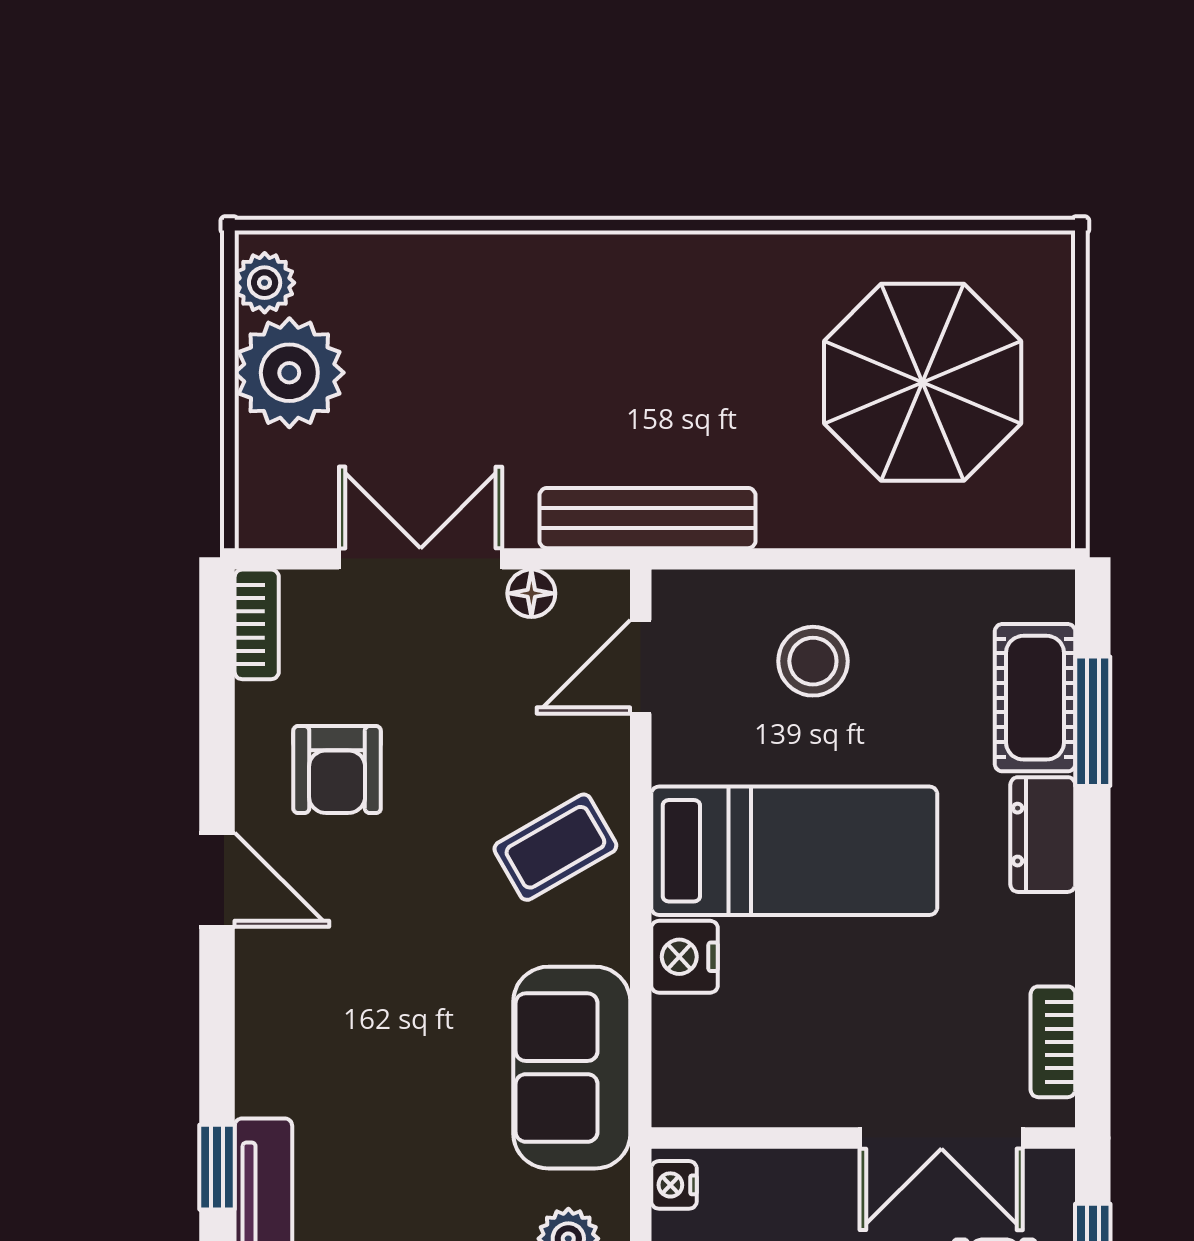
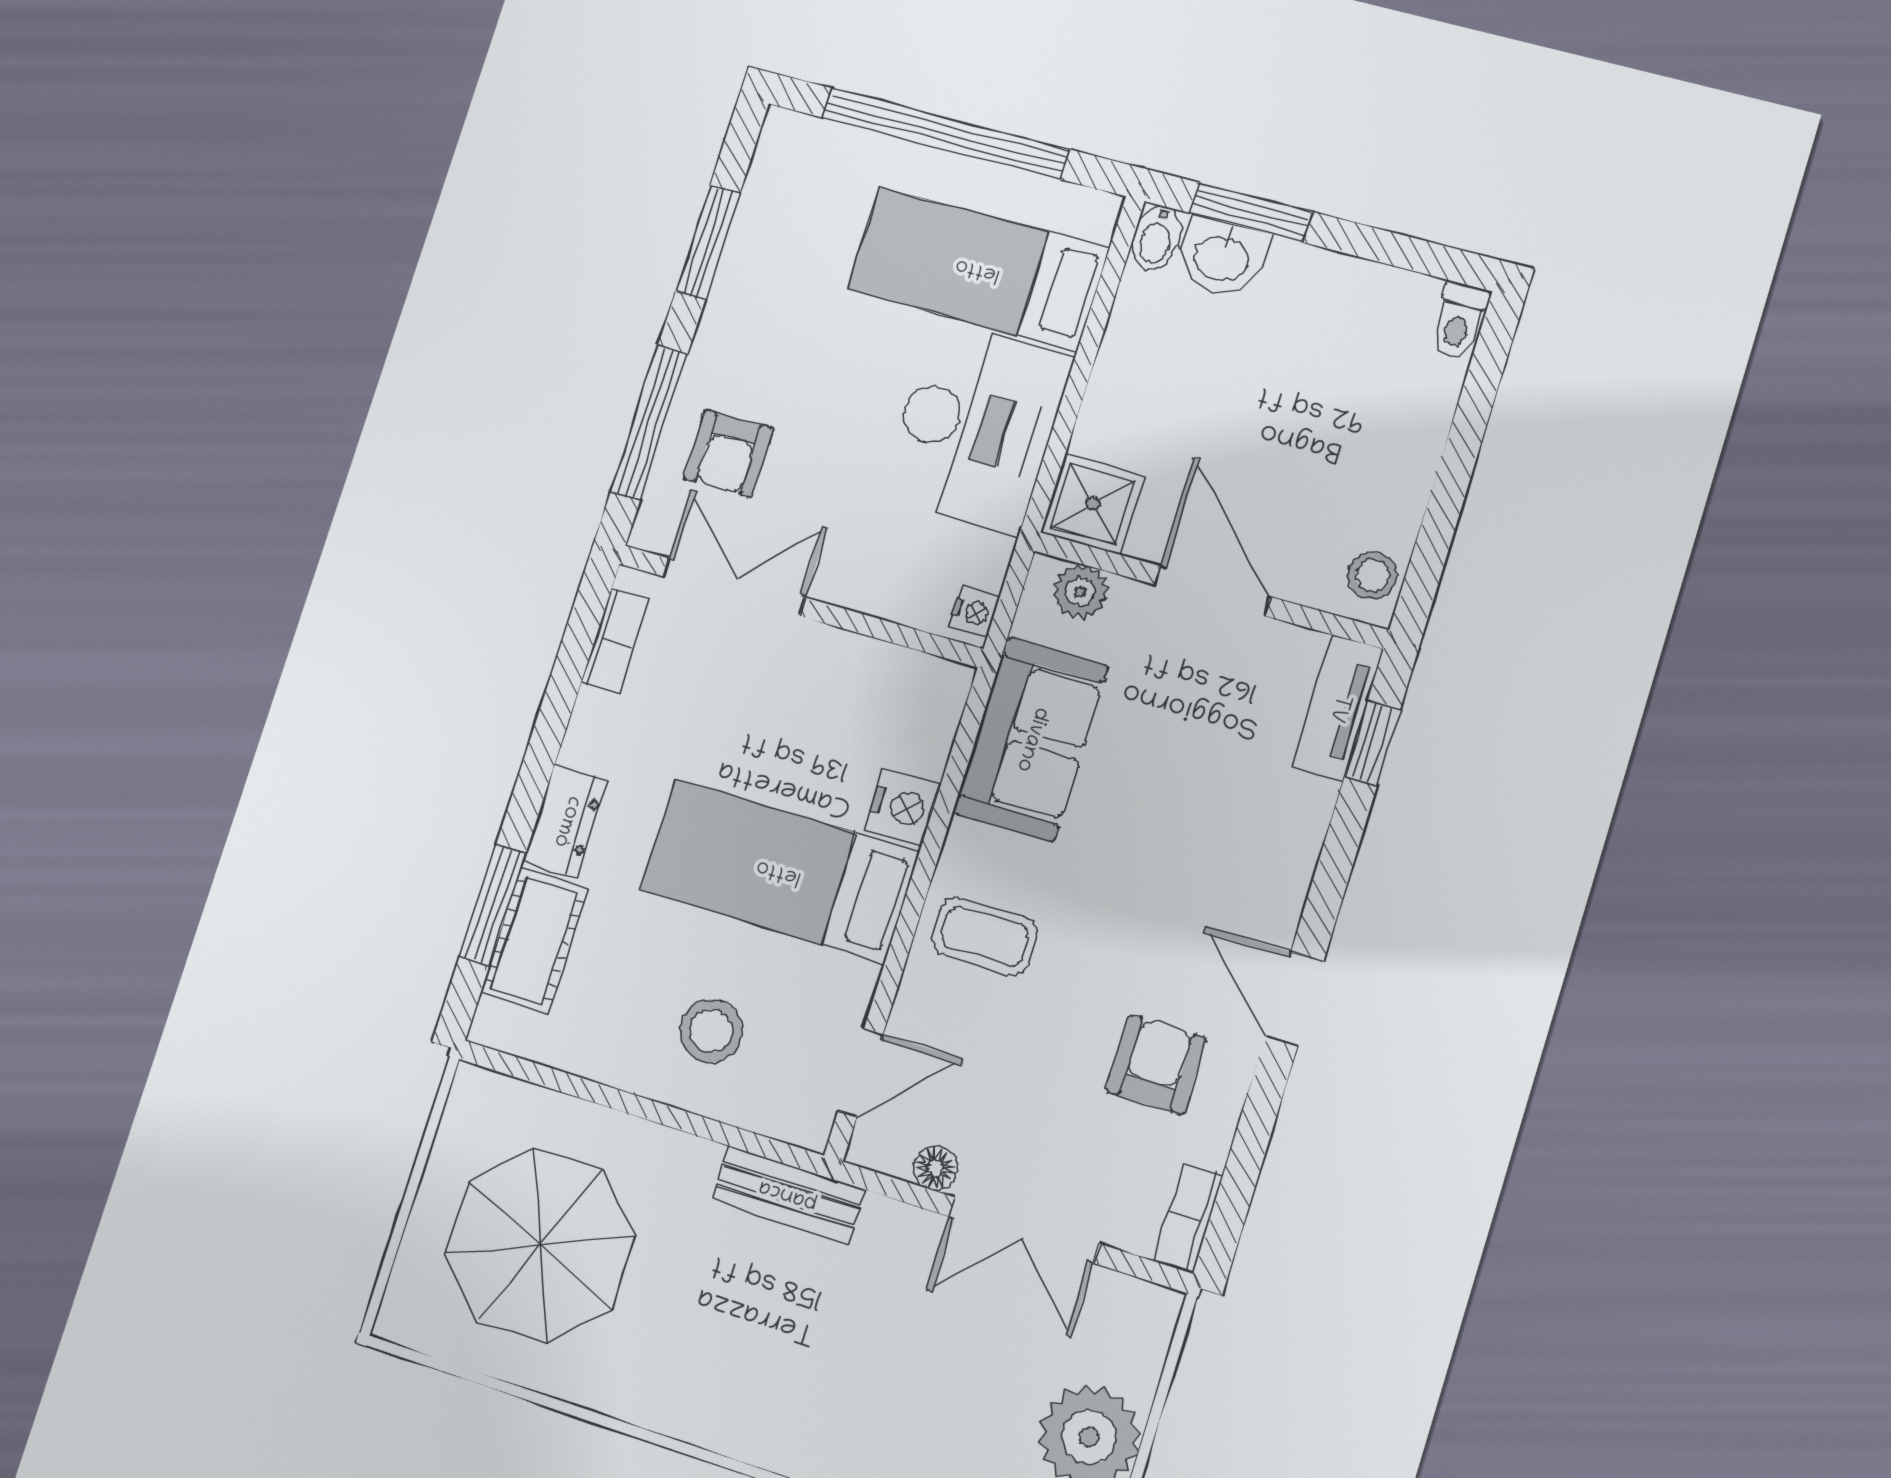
bench: (648, 518) -> (788, 1194), width x0.73
coffee table: (555, 847) -> (985, 937), turned 30

